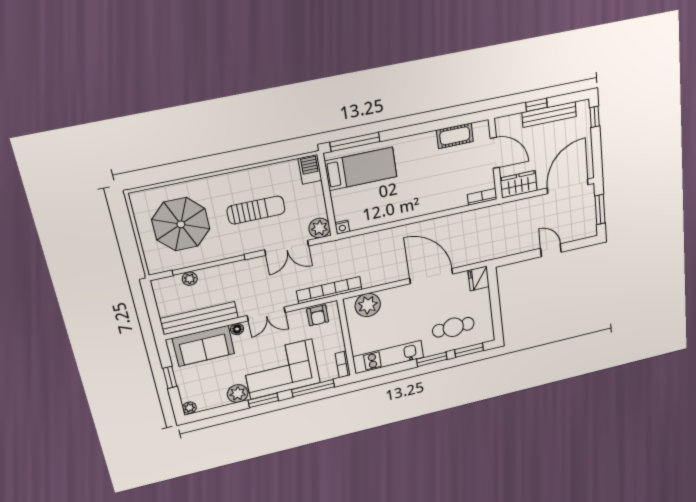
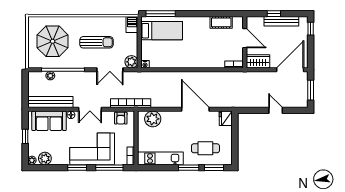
plant: (238, 394) -> (45, 158), moved

